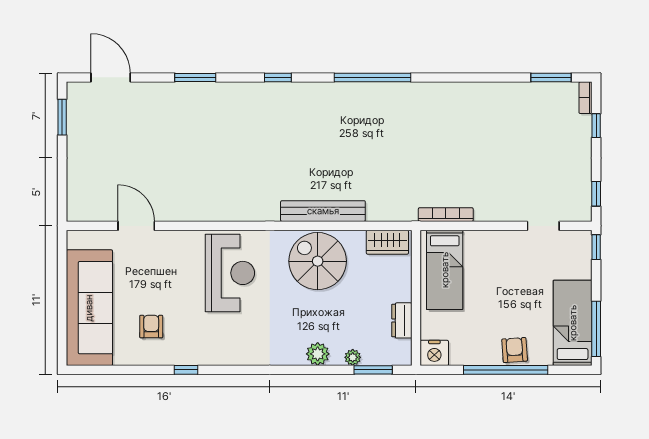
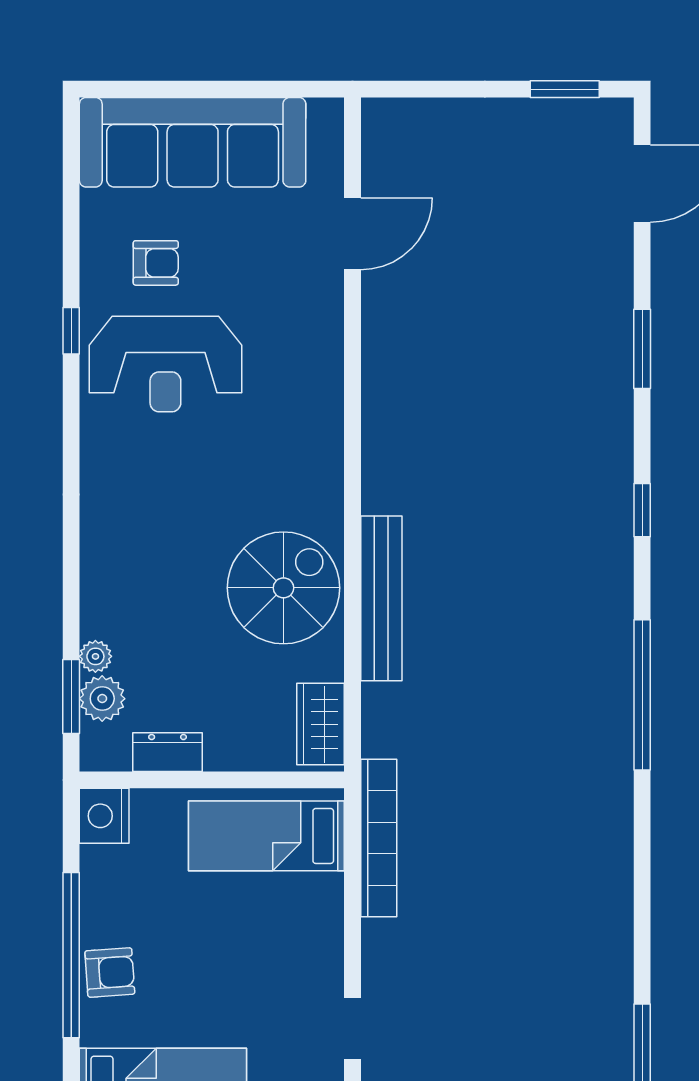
bookcase: (446, 215) -> (379, 838), width x1.48, depth x1.31
reception desk: (230, 273) -> (165, 364), moved
plant: (318, 354) -> (102, 699), moved

